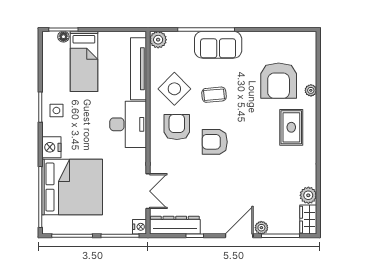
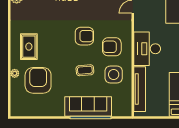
plant: (158, 40) -> (125, 110), removed
sofa: (218, 45) -> (88, 106), width x1.36
side table: (174, 89) -> (114, 75), turned 45
armchair: (177, 127) -> (112, 47), turned 90

